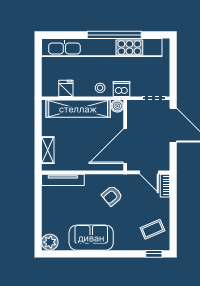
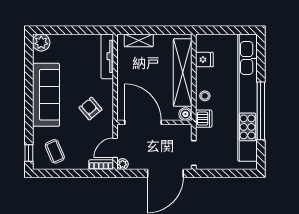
plant: (164, 165) -> (123, 164), added
sofa: (91, 238) -> (46, 95), width x1.36

